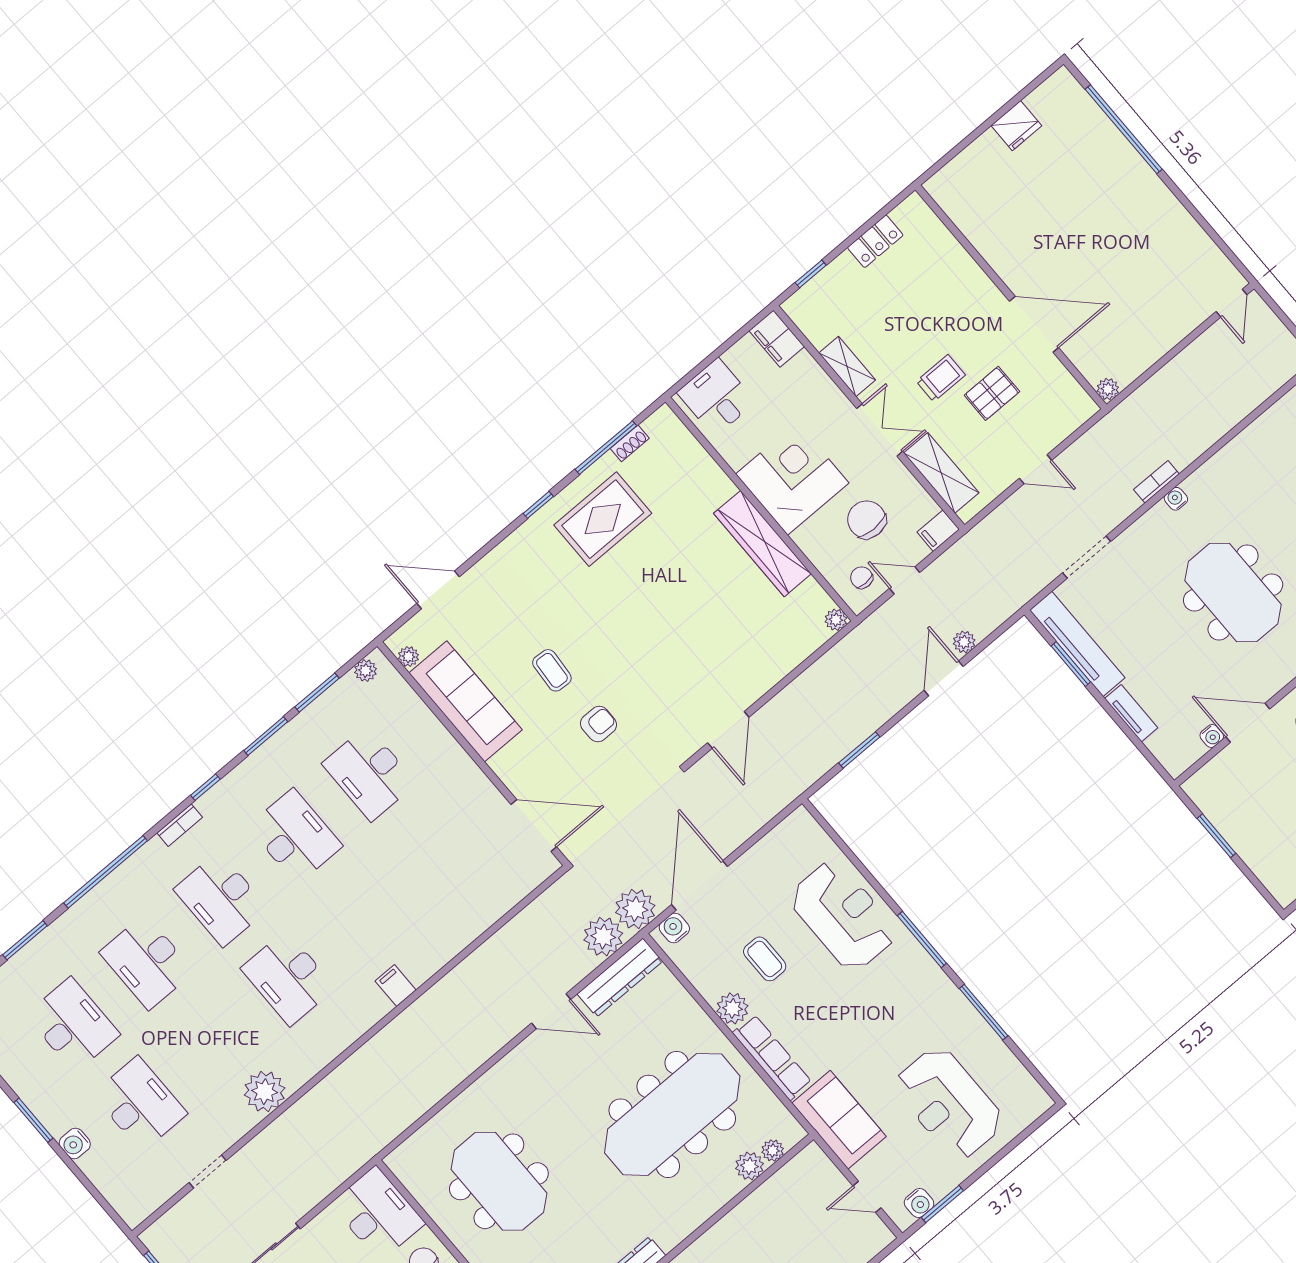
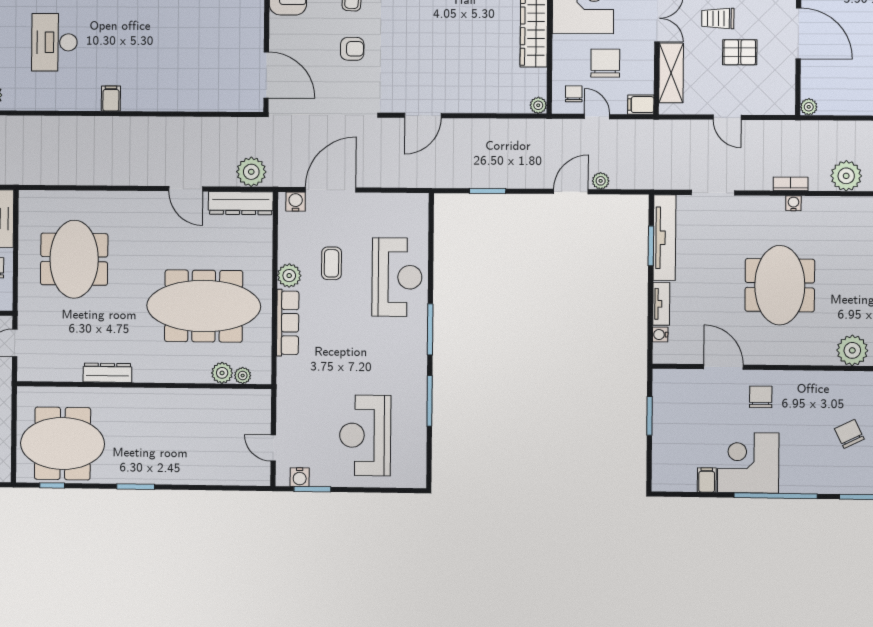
trolley: (941, 378) -> (718, 18), turned 180
water cooler: (1212, 736) -> (660, 335), moved, turned 90
plant: (635, 909) -> (846, 176), moved
sofa: (839, 1120) -> (295, 391), removed

